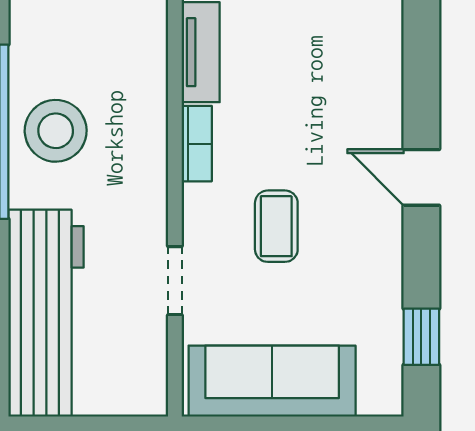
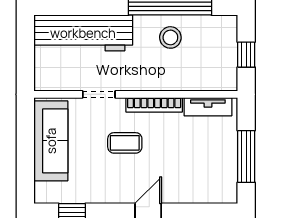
stool: (56, 131) -> (170, 37), width x0.73, depth x0.73
bookcase: (197, 144) -> (154, 105), width x1.56

